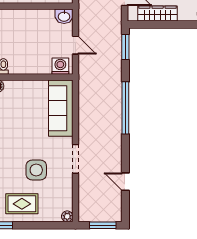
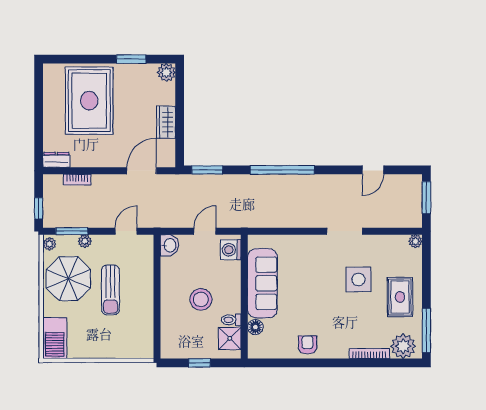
wardrobe: (158, 14) -> (166, 122), width x0.67
stool: (20, 42) -> (201, 299), added
sofa: (61, 108) -> (262, 283), moved, turned -90

